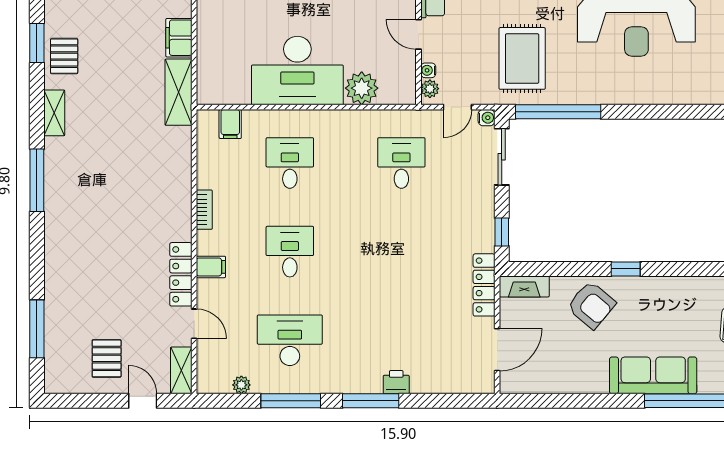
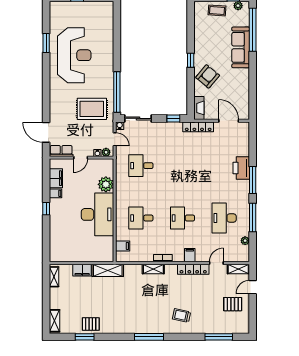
shelving: (54, 113) -> (153, 269), moved
trolley: (82, 249) -> (182, 315), added
printer: (396, 382) -> (241, 168), width x1.87, depth x1.48

